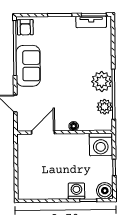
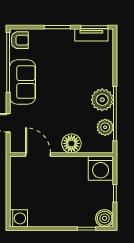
armchair: (25, 27) -> (20, 40), turned -90
floor lamp: (74, 126) -> (71, 143), width x1.89, depth x1.89
door: (43, 132) -> (38, 155), hinge flipped
washing machine: (76, 191) -> (18, 218), moved, turned 90

